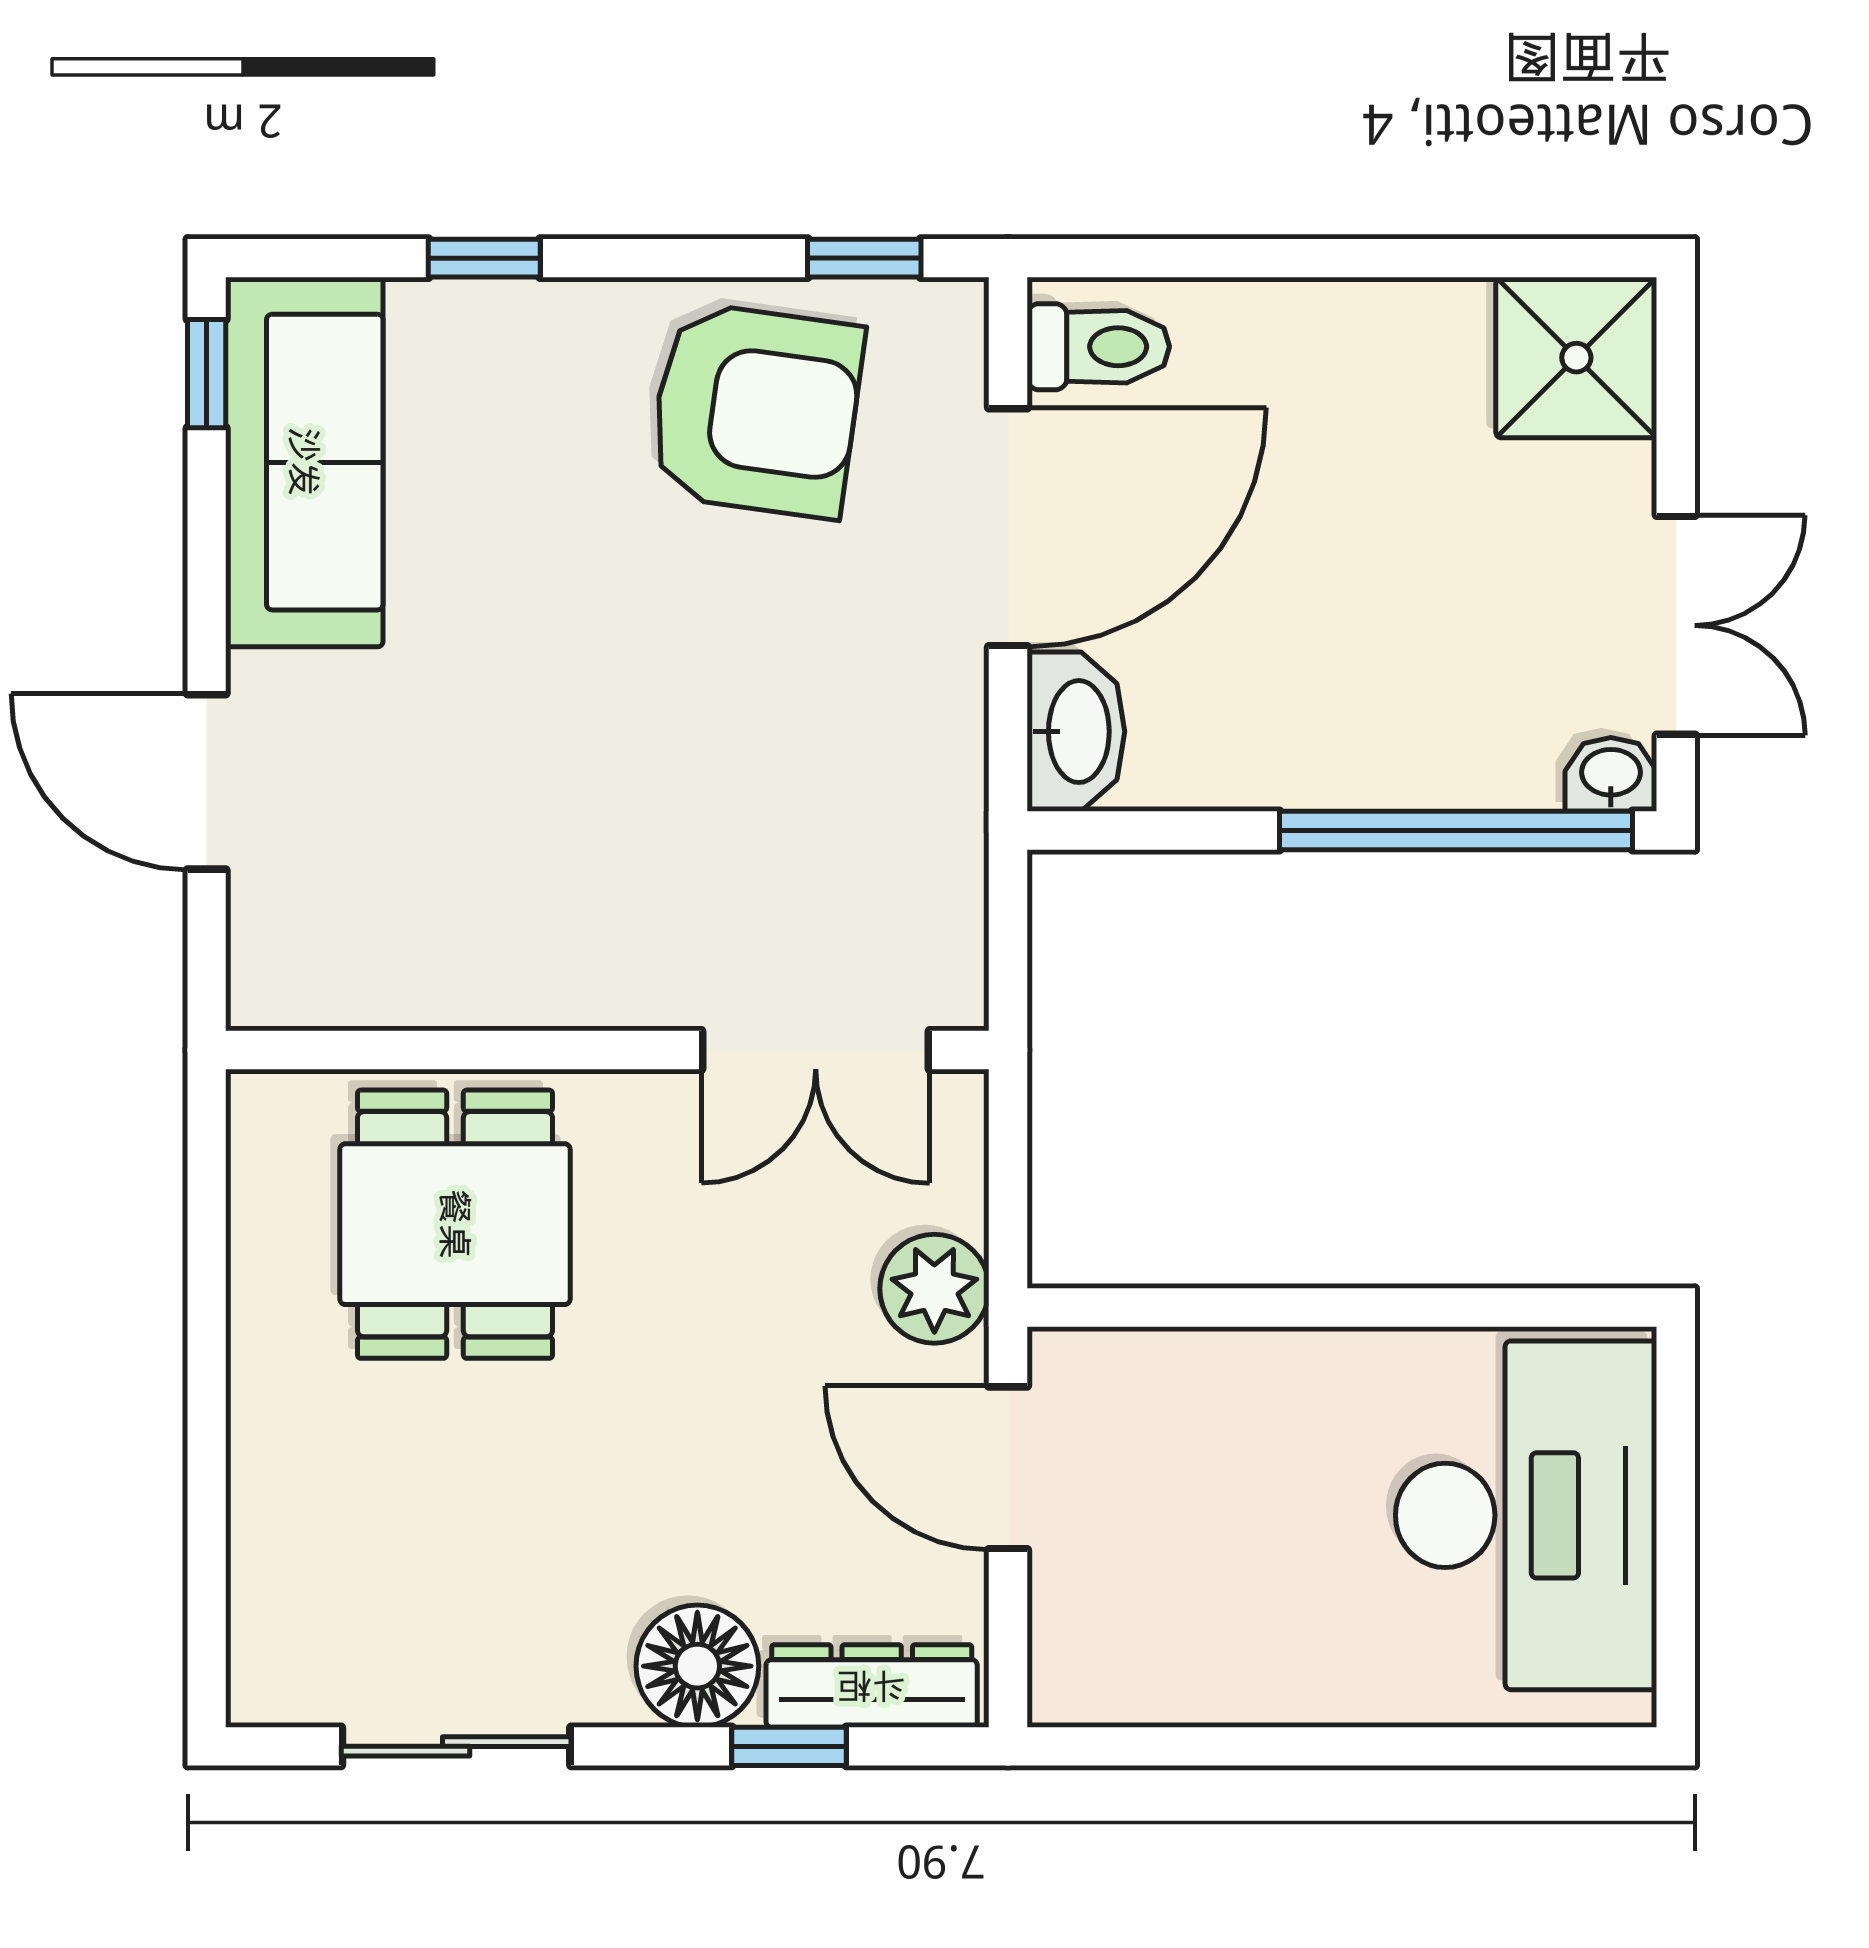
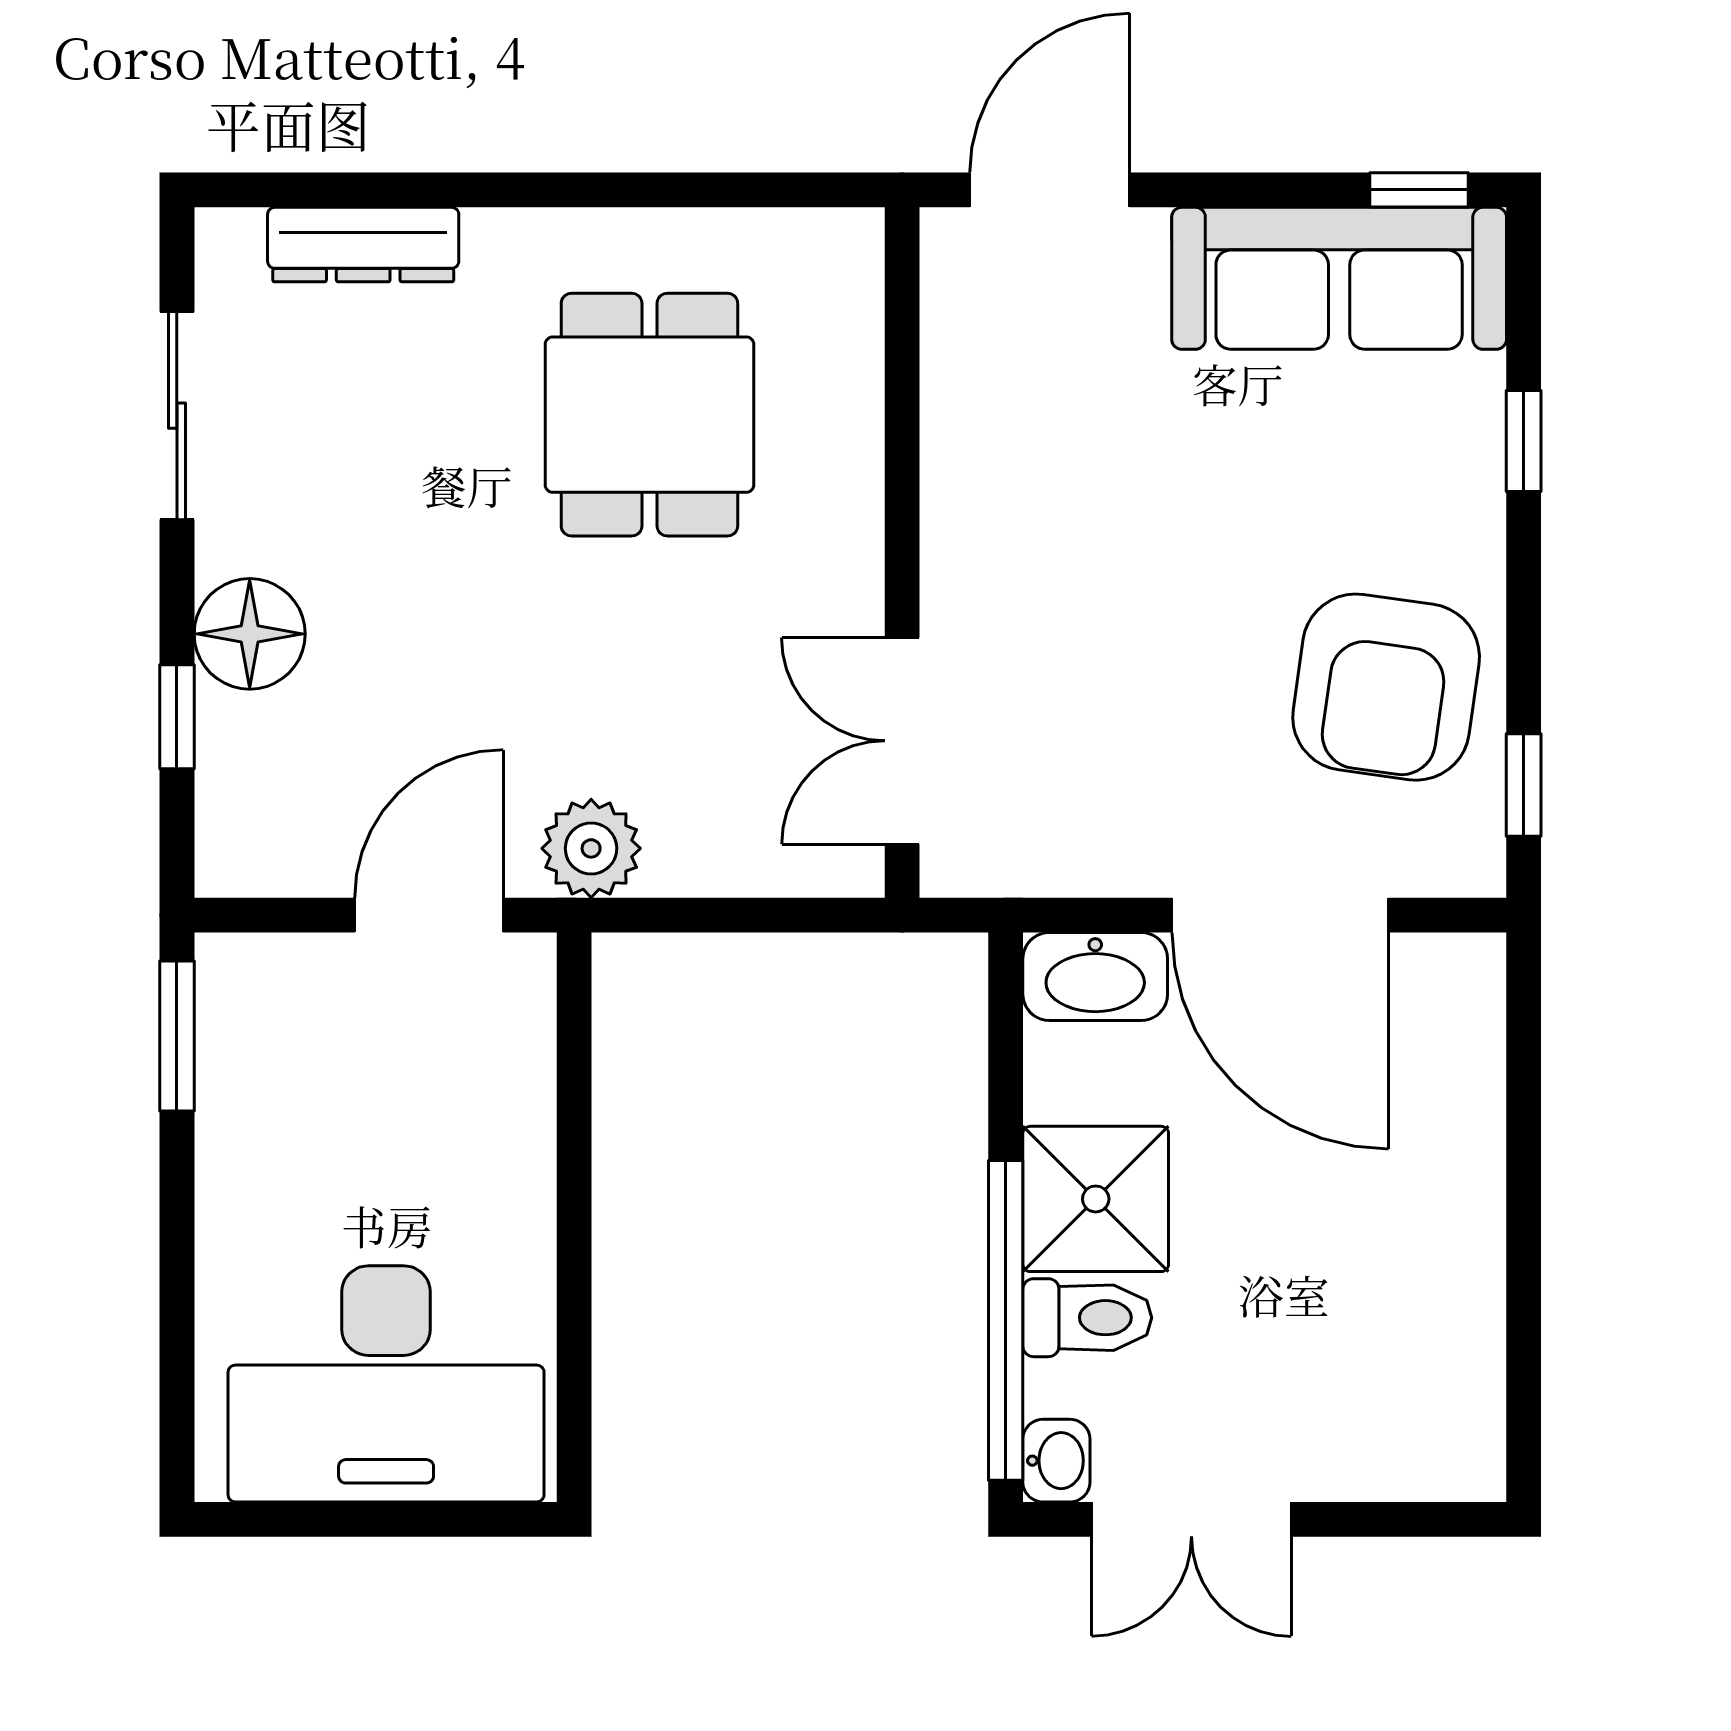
toilet: (1098, 347) -> (1087, 1318), moved, turned -90
shower: (1576, 358) -> (1096, 1199), moved
wall: (607, 1050) -> (902, 552), moved
double door: (816, 1050) -> (902, 741), moved
dining table: (455, 1224) -> (649, 415), turned 90
dresser: (872, 1686) -> (363, 245), moved, turned 90
window: (1142, 1746) -> (177, 1036), added

